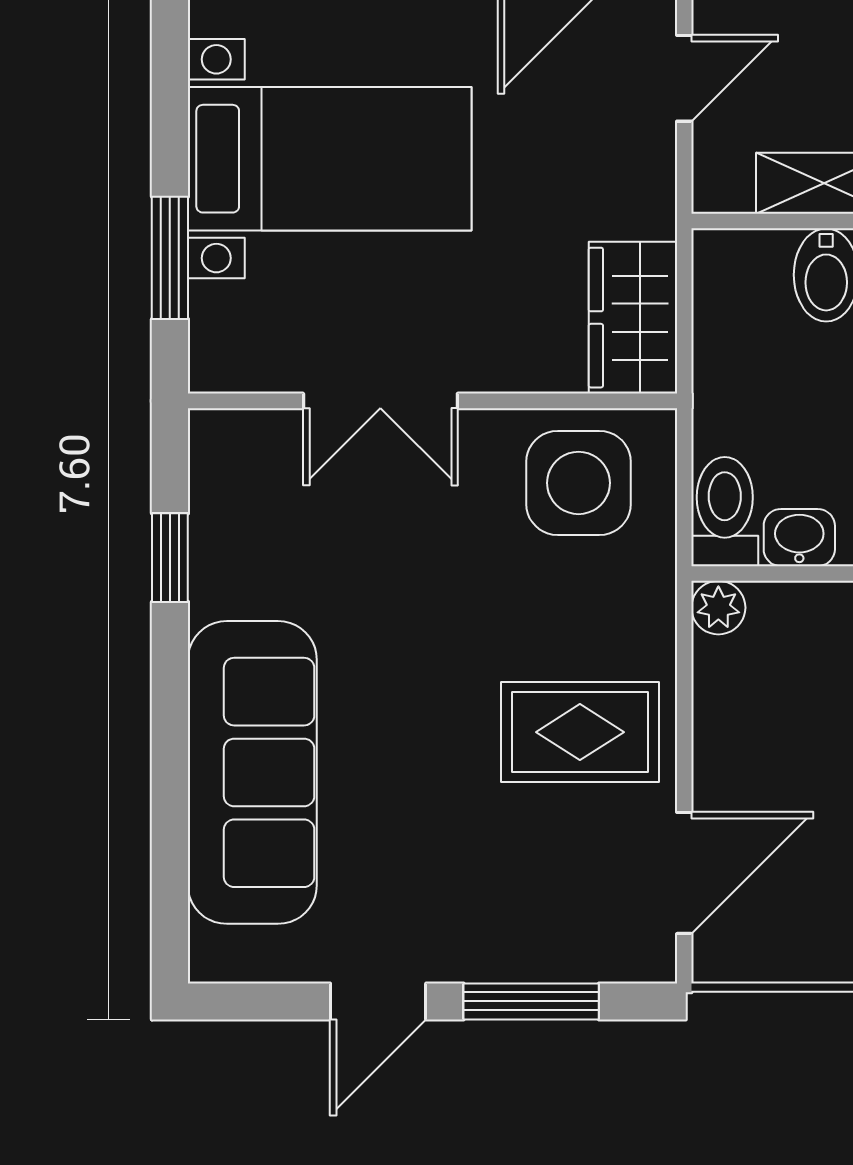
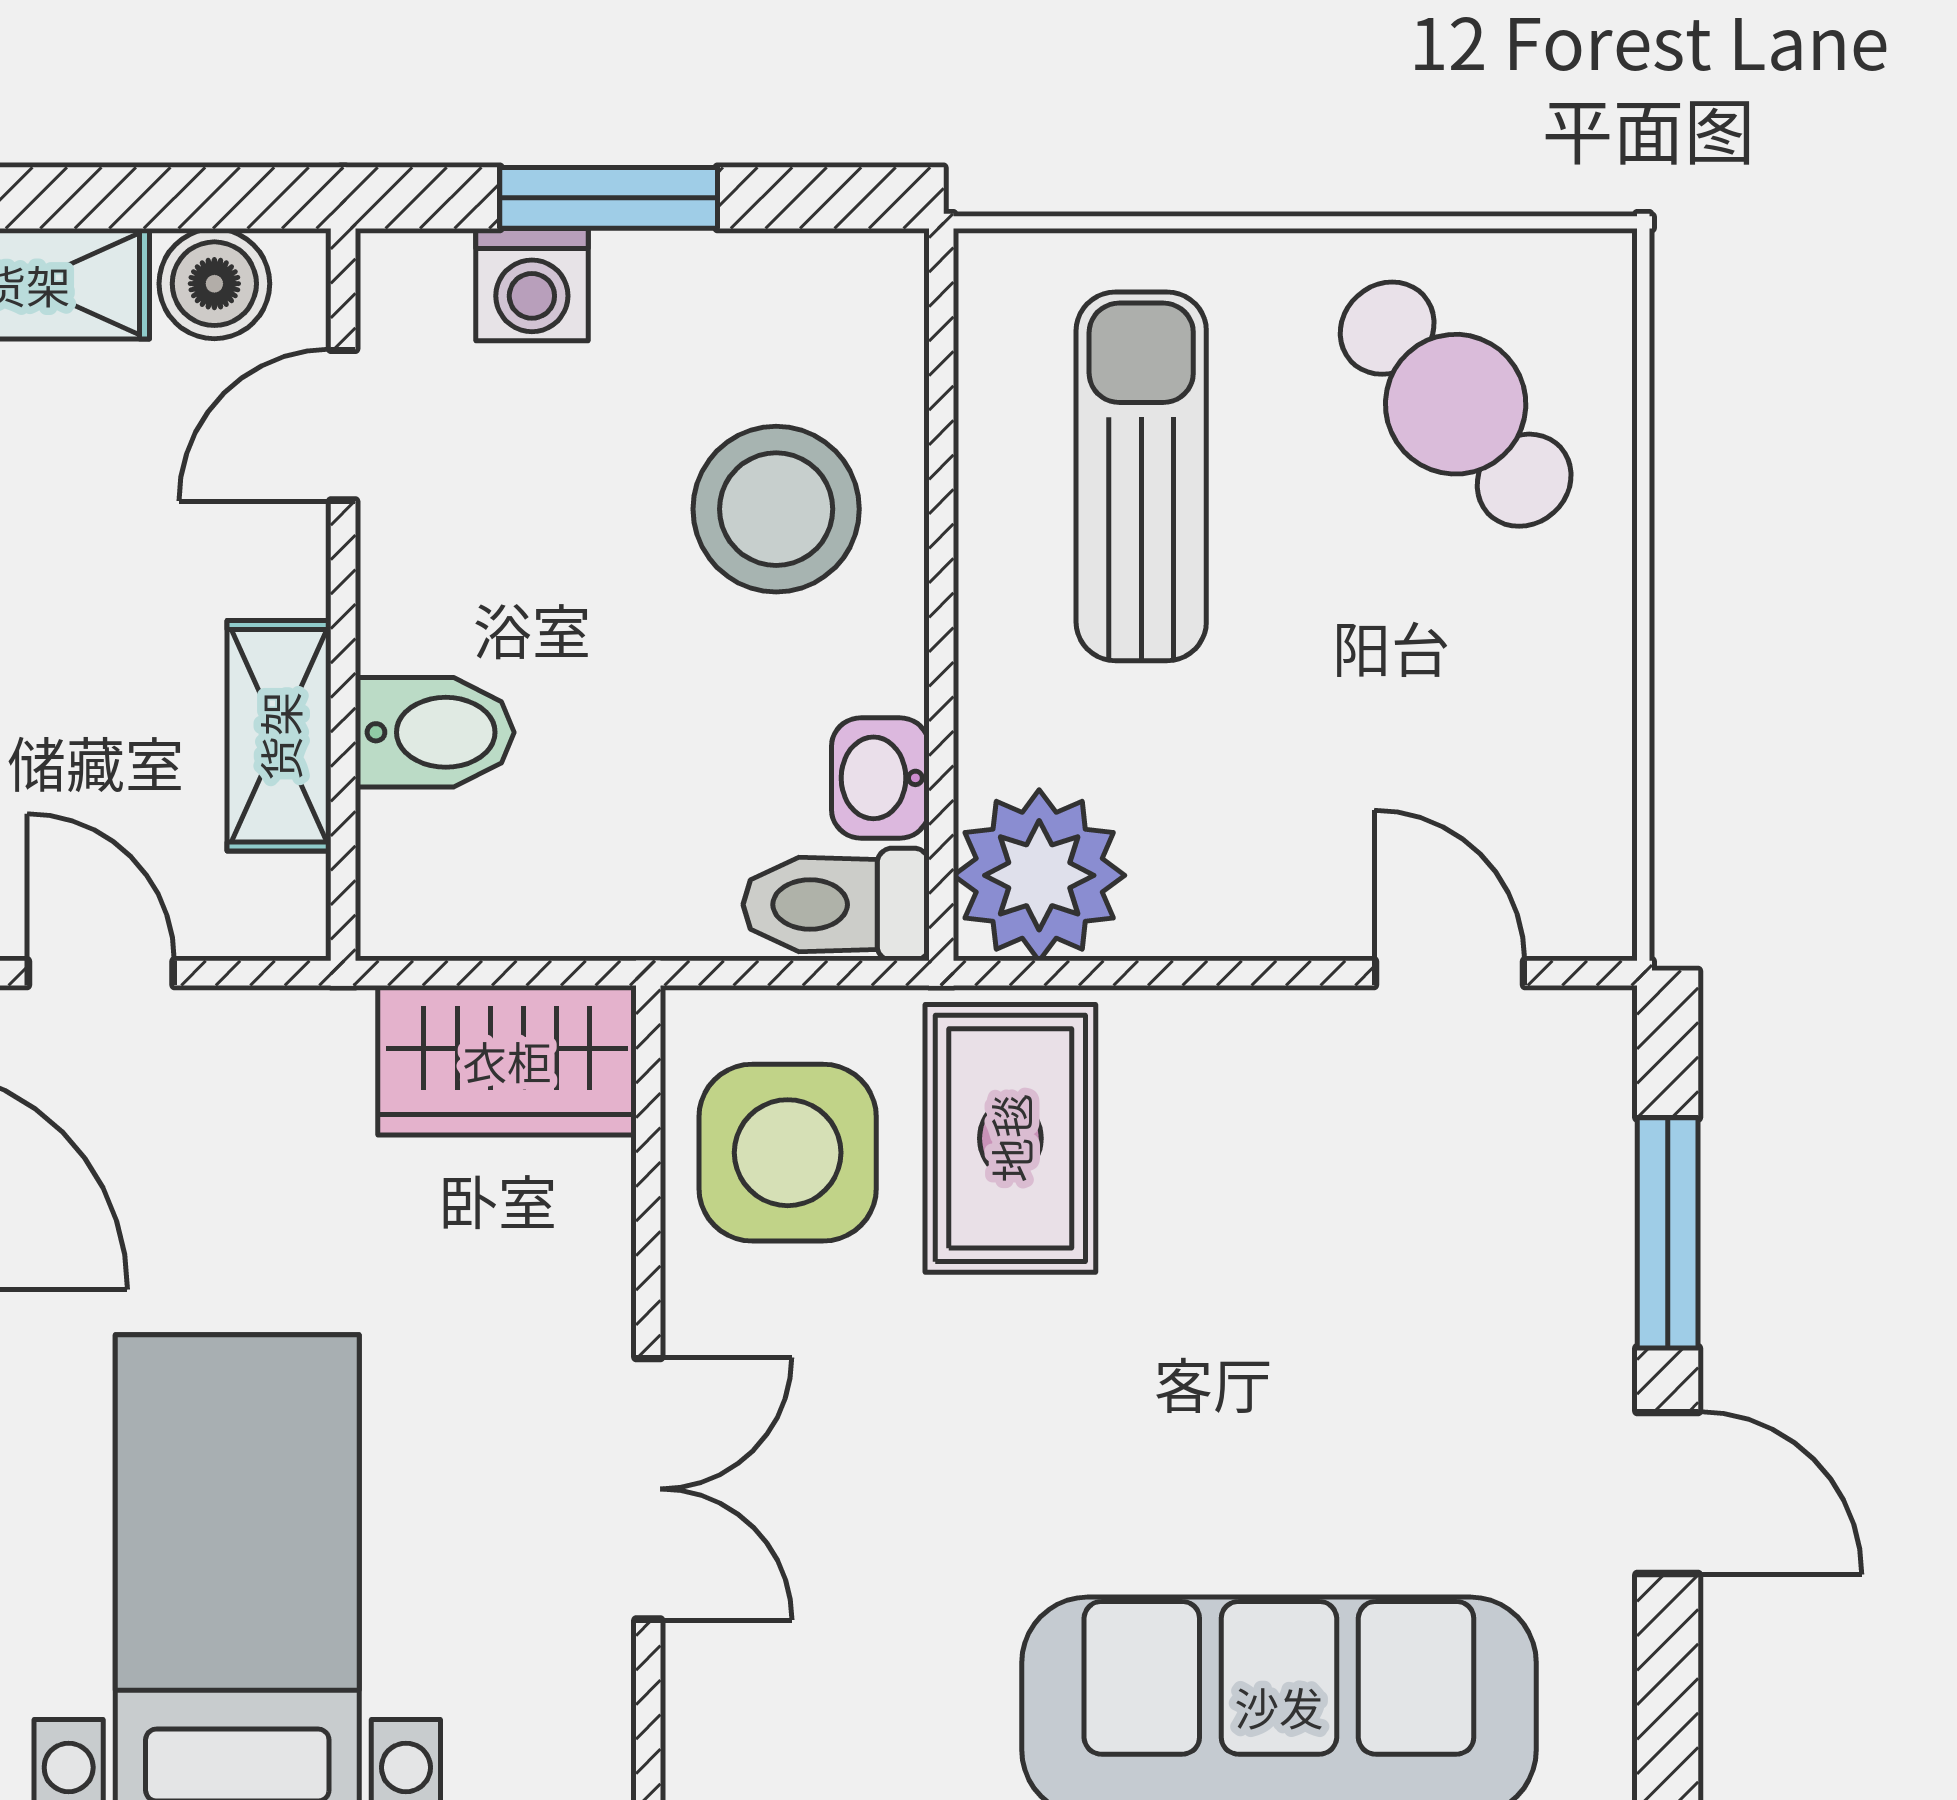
plant: (718, 608) -> (1039, 875), width x1.87, depth x1.87
rug: (580, 732) -> (1010, 1138), moved
door: (684, 873) -> (1449, 973), width x0.73

